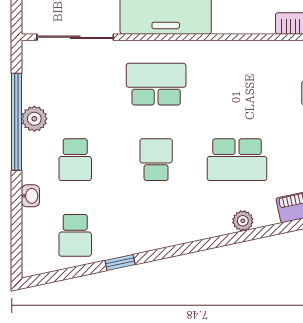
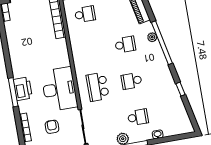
school desk: (237, 160) -> (125, 45), width x0.54
school desk: (75, 235) -> (172, 111), removed
window: (227, 240) -> (162, 43), added

